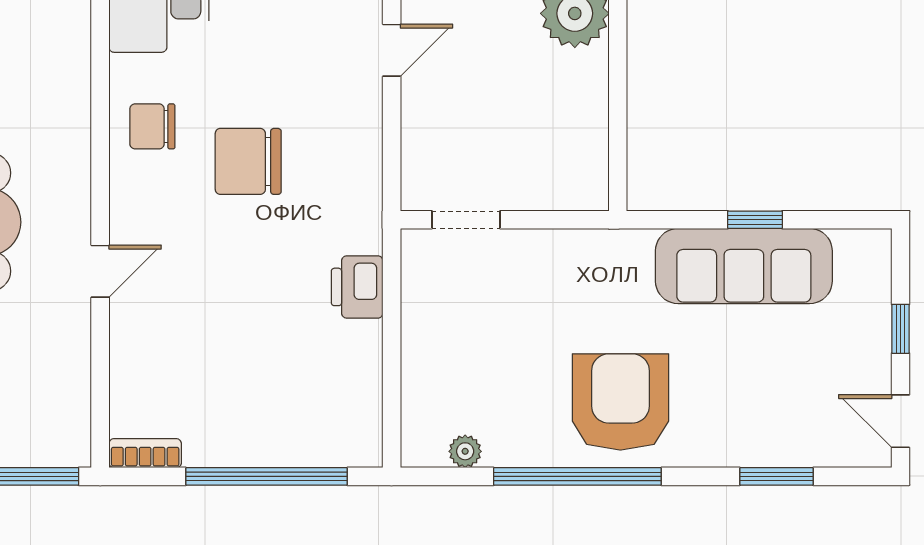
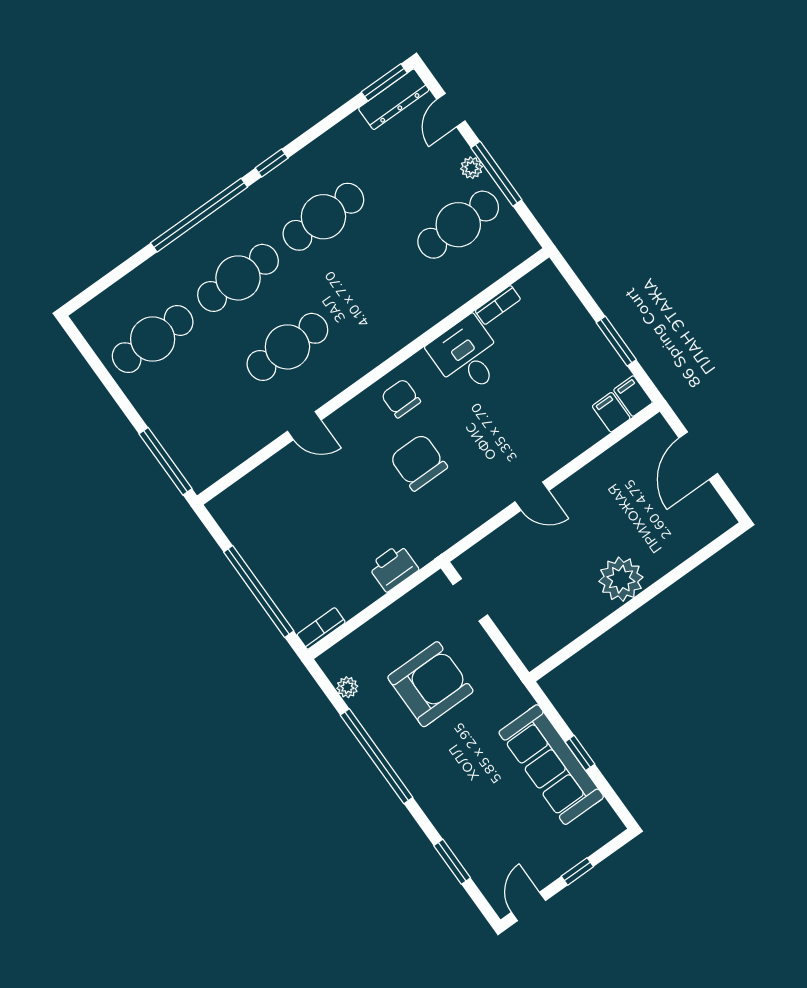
armchair: (620, 402) -> (430, 684), moved
bookcase: (145, 453) -> (321, 628), moved, turned -90

